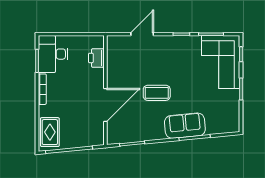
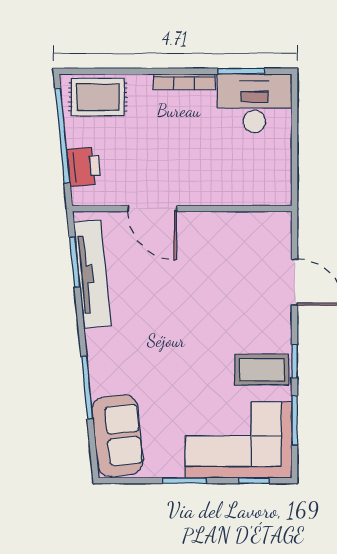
printer: (96, 58) -> (84, 167), moved, turned 84
coffee table: (157, 93) -> (262, 370), moved, turned 90
door: (105, 105) -> (152, 209), width x0.73
sofa: (185, 126) -> (117, 436), moved
tv unit: (138, 135) -> (92, 274), added

